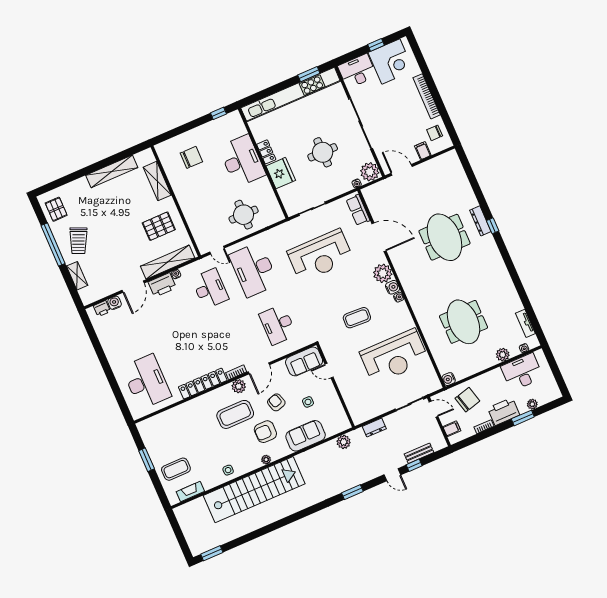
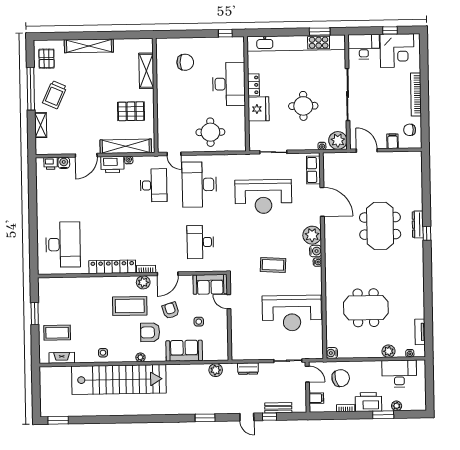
shelving: (112, 171) -> (89, 46), moved
meeting table: (463, 322) -> (366, 308), turned 90

